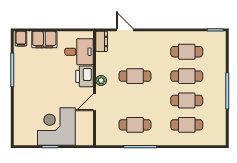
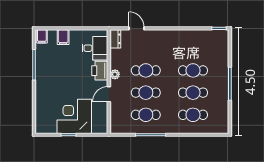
filing cabinet: (44, 40) -> (63, 37), width x0.50
cafe table: (187, 52) -> (146, 93), moved

